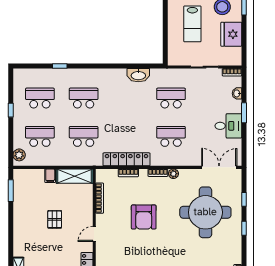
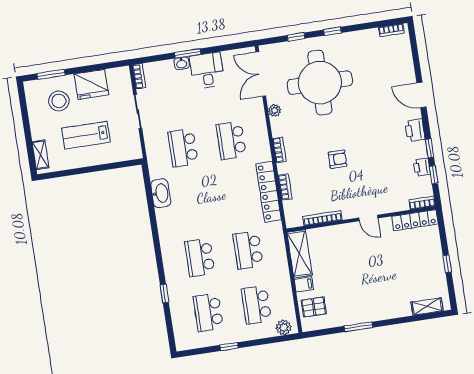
lab bench: (192, 24) -> (86, 135), turned 180
washbasin: (237, 93) -> (182, 63), moved
plant: (173, 174) -> (275, 110), moved
window: (11, 191) -> (358, 327), moved
armchair: (144, 217) -> (338, 159), width x0.53, depth x0.53
pallet: (55, 219) -> (314, 307), moved

